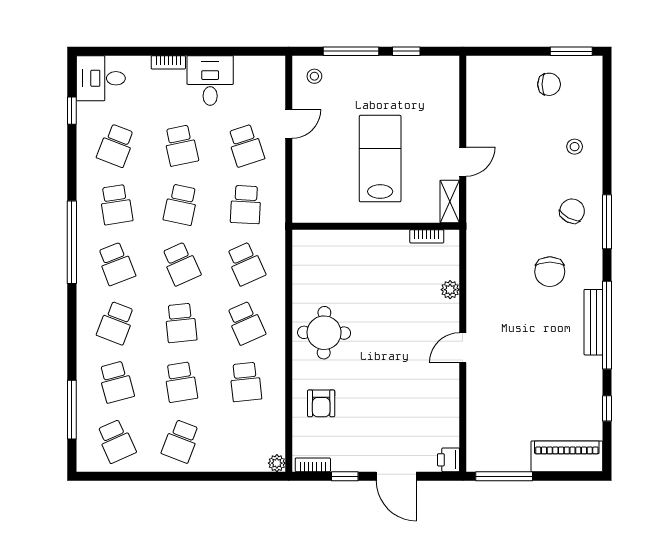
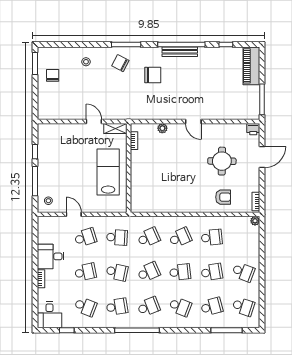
lab bench: (380, 159) -> (108, 172), moved, turned 90
round table: (324, 333) -> (222, 161), moved
school desk: (116, 441) -> (243, 307), turned 42
window: (345, 476) -> (262, 184), removed

